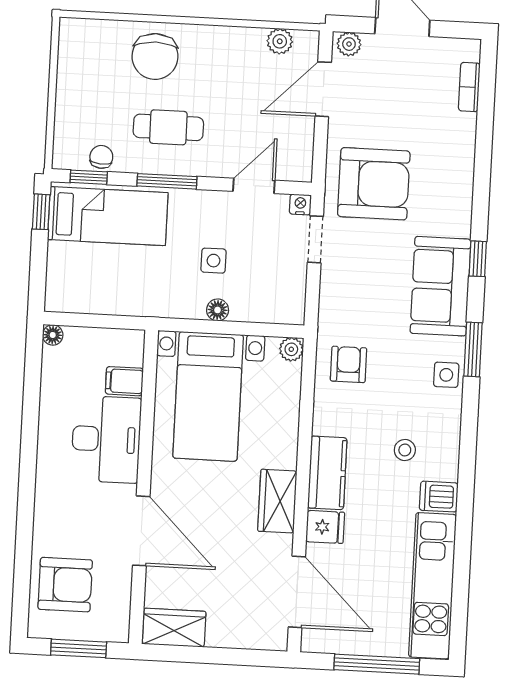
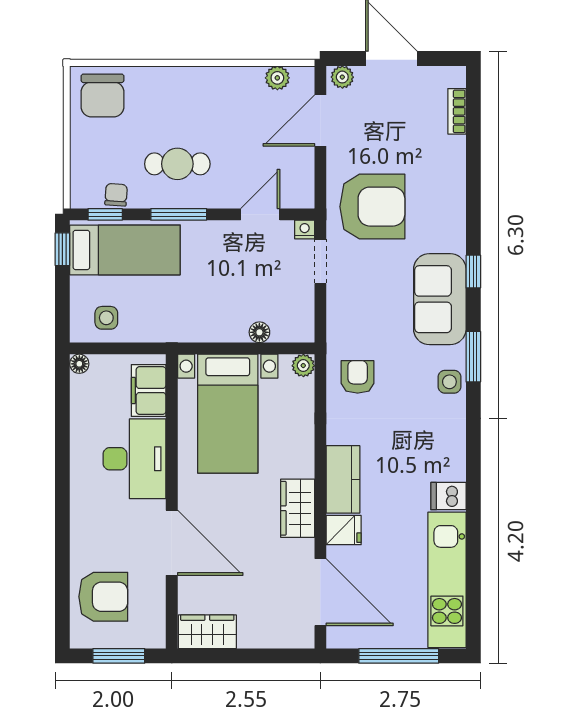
chair: (155, 56) -> (103, 95), moved
side table: (213, 261) -> (106, 318), moved
floor lamp: (218, 310) -> (259, 332), moved
filing cabinet: (124, 381) -> (149, 391), width x2.00
stool: (405, 450) -> (414, 454), removed

